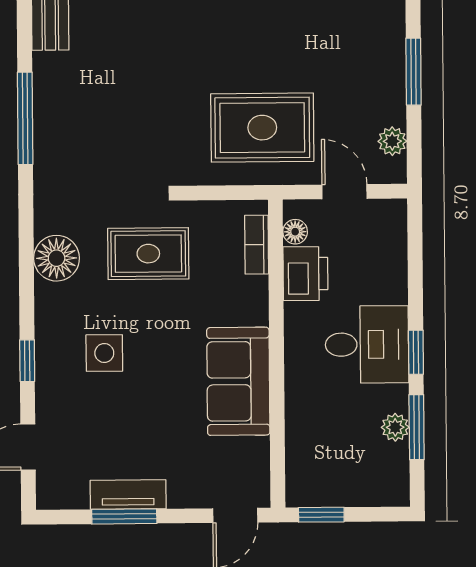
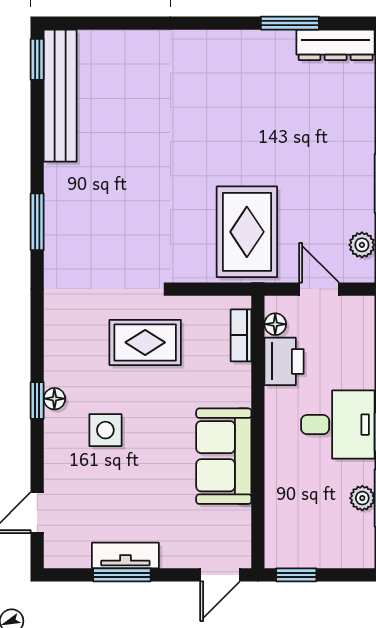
window: (25, 118) -> (37, 222), width x0.69
rug: (262, 128) -> (247, 232), turned 90
floor lamp: (57, 258) -> (54, 399), moved, width x0.53, depth x0.53
window: (27, 361) -> (37, 400), moved

